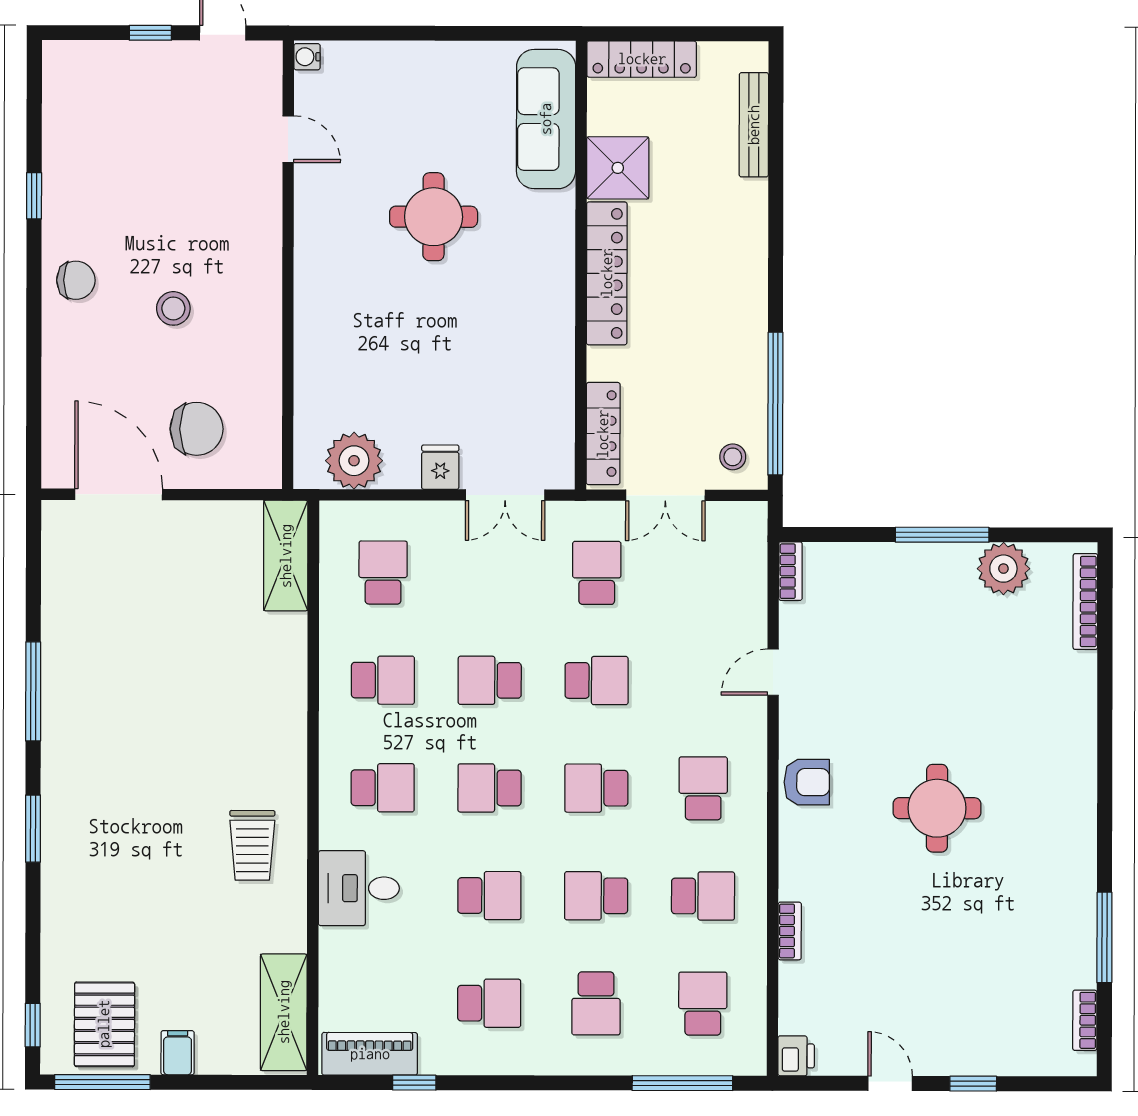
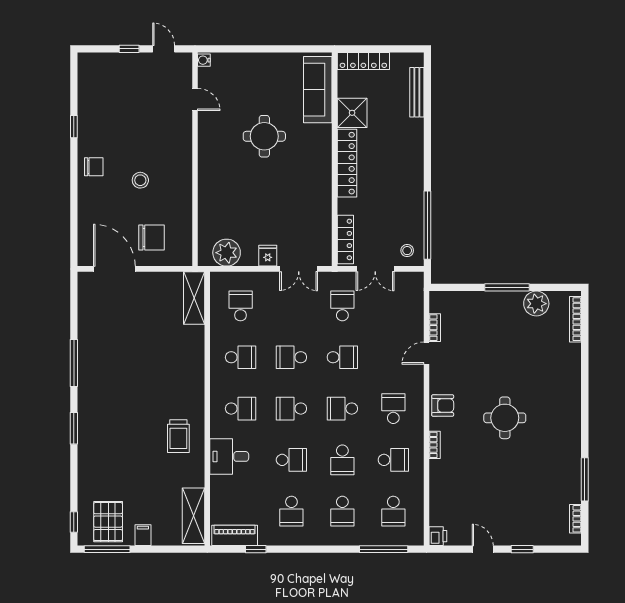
bookcase: (790, 571) -> (435, 328), moved
school desk: (596, 896) -> (342, 460), turned -90
bookcase: (790, 931) -> (435, 445), moved
school desk: (489, 1003) -> (291, 511), turned 90
school desk: (703, 1004) -> (393, 511), turned 180

